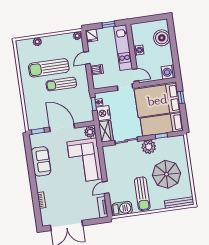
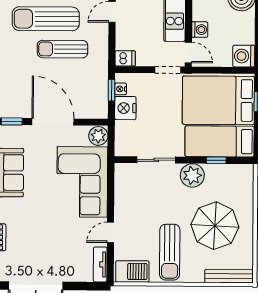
washing machine: (139, 50) -> (200, 30), moved
dishwasher: (97, 70) -> (125, 58), moved
wardrobe: (106, 131) -> (125, 139), removed

